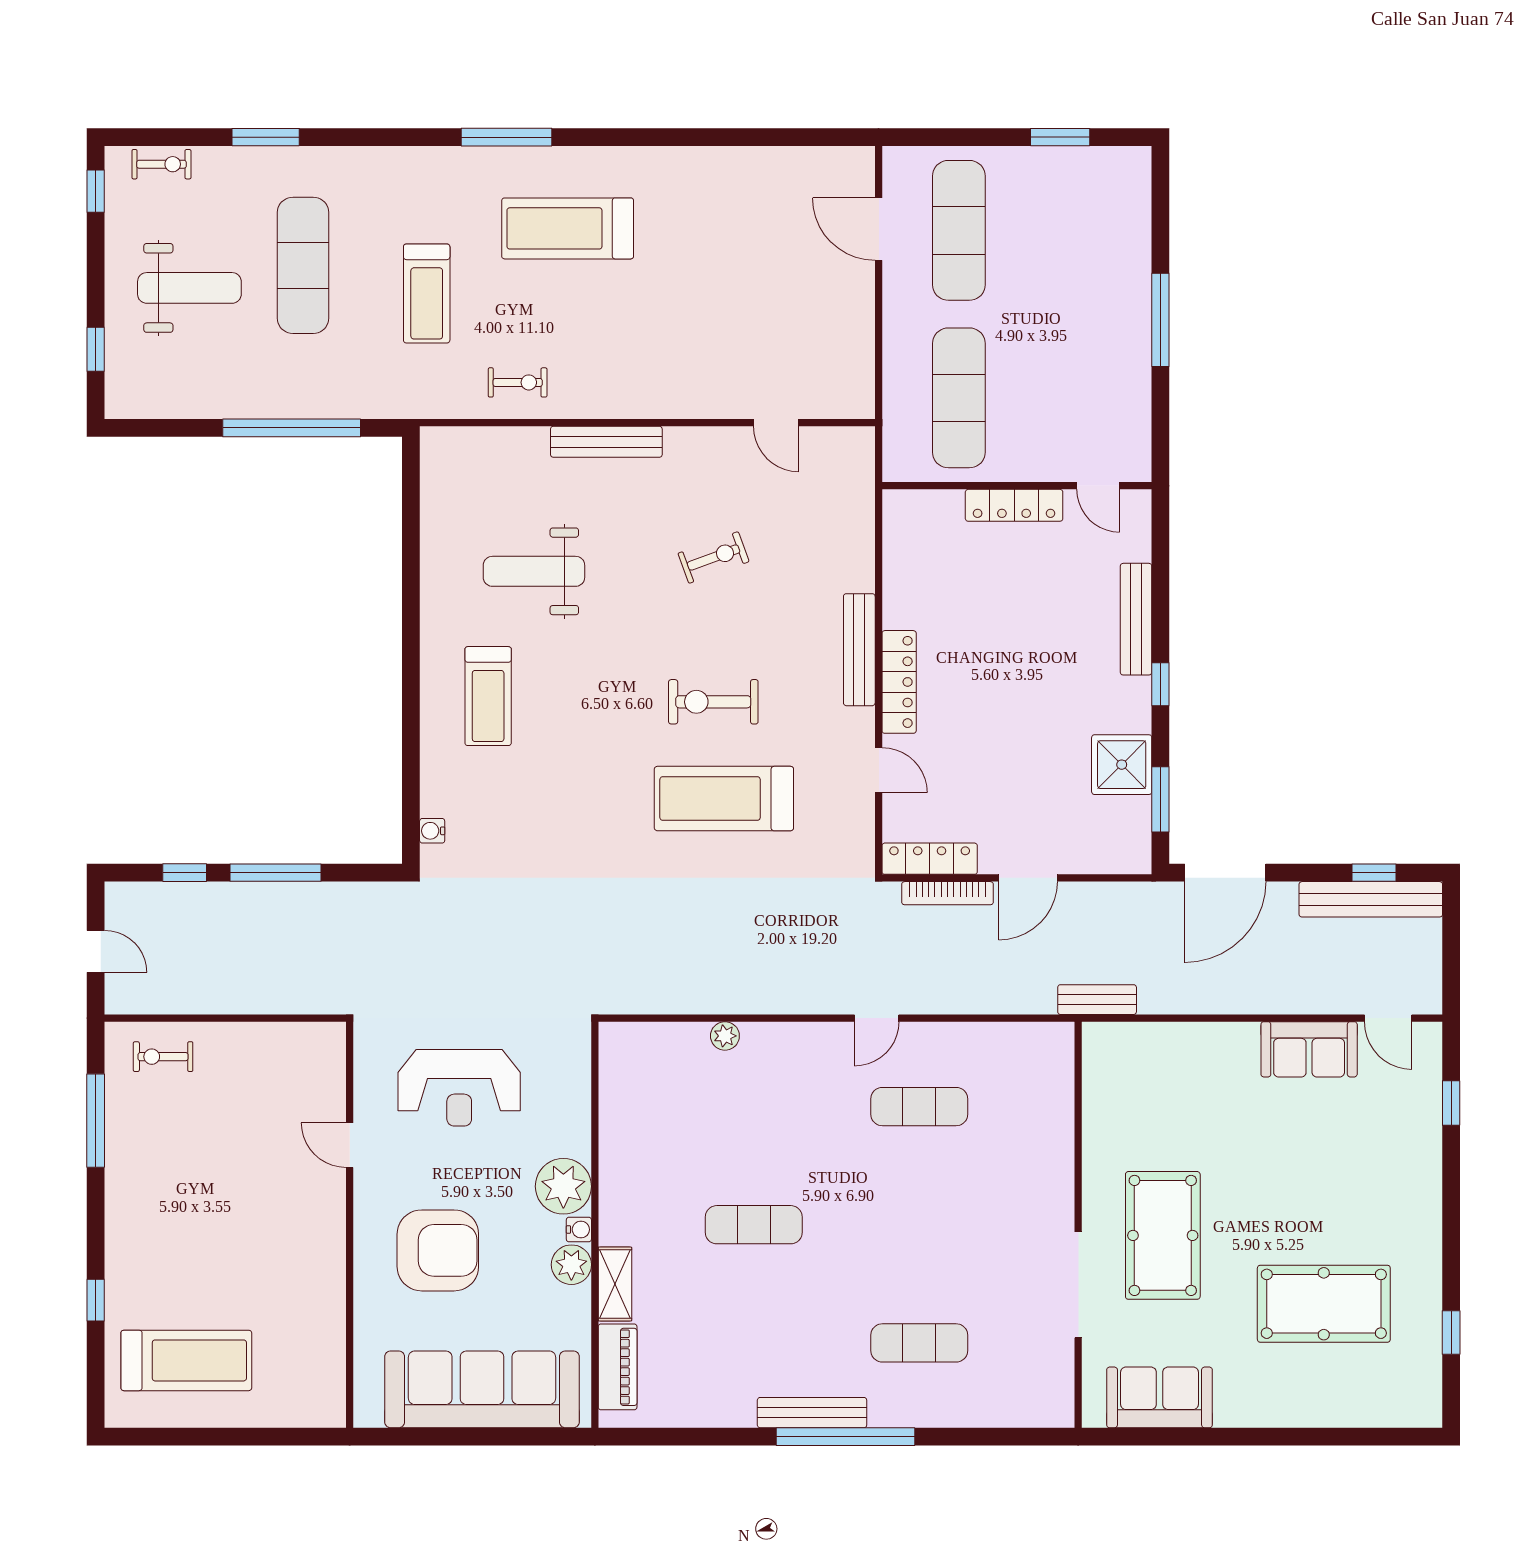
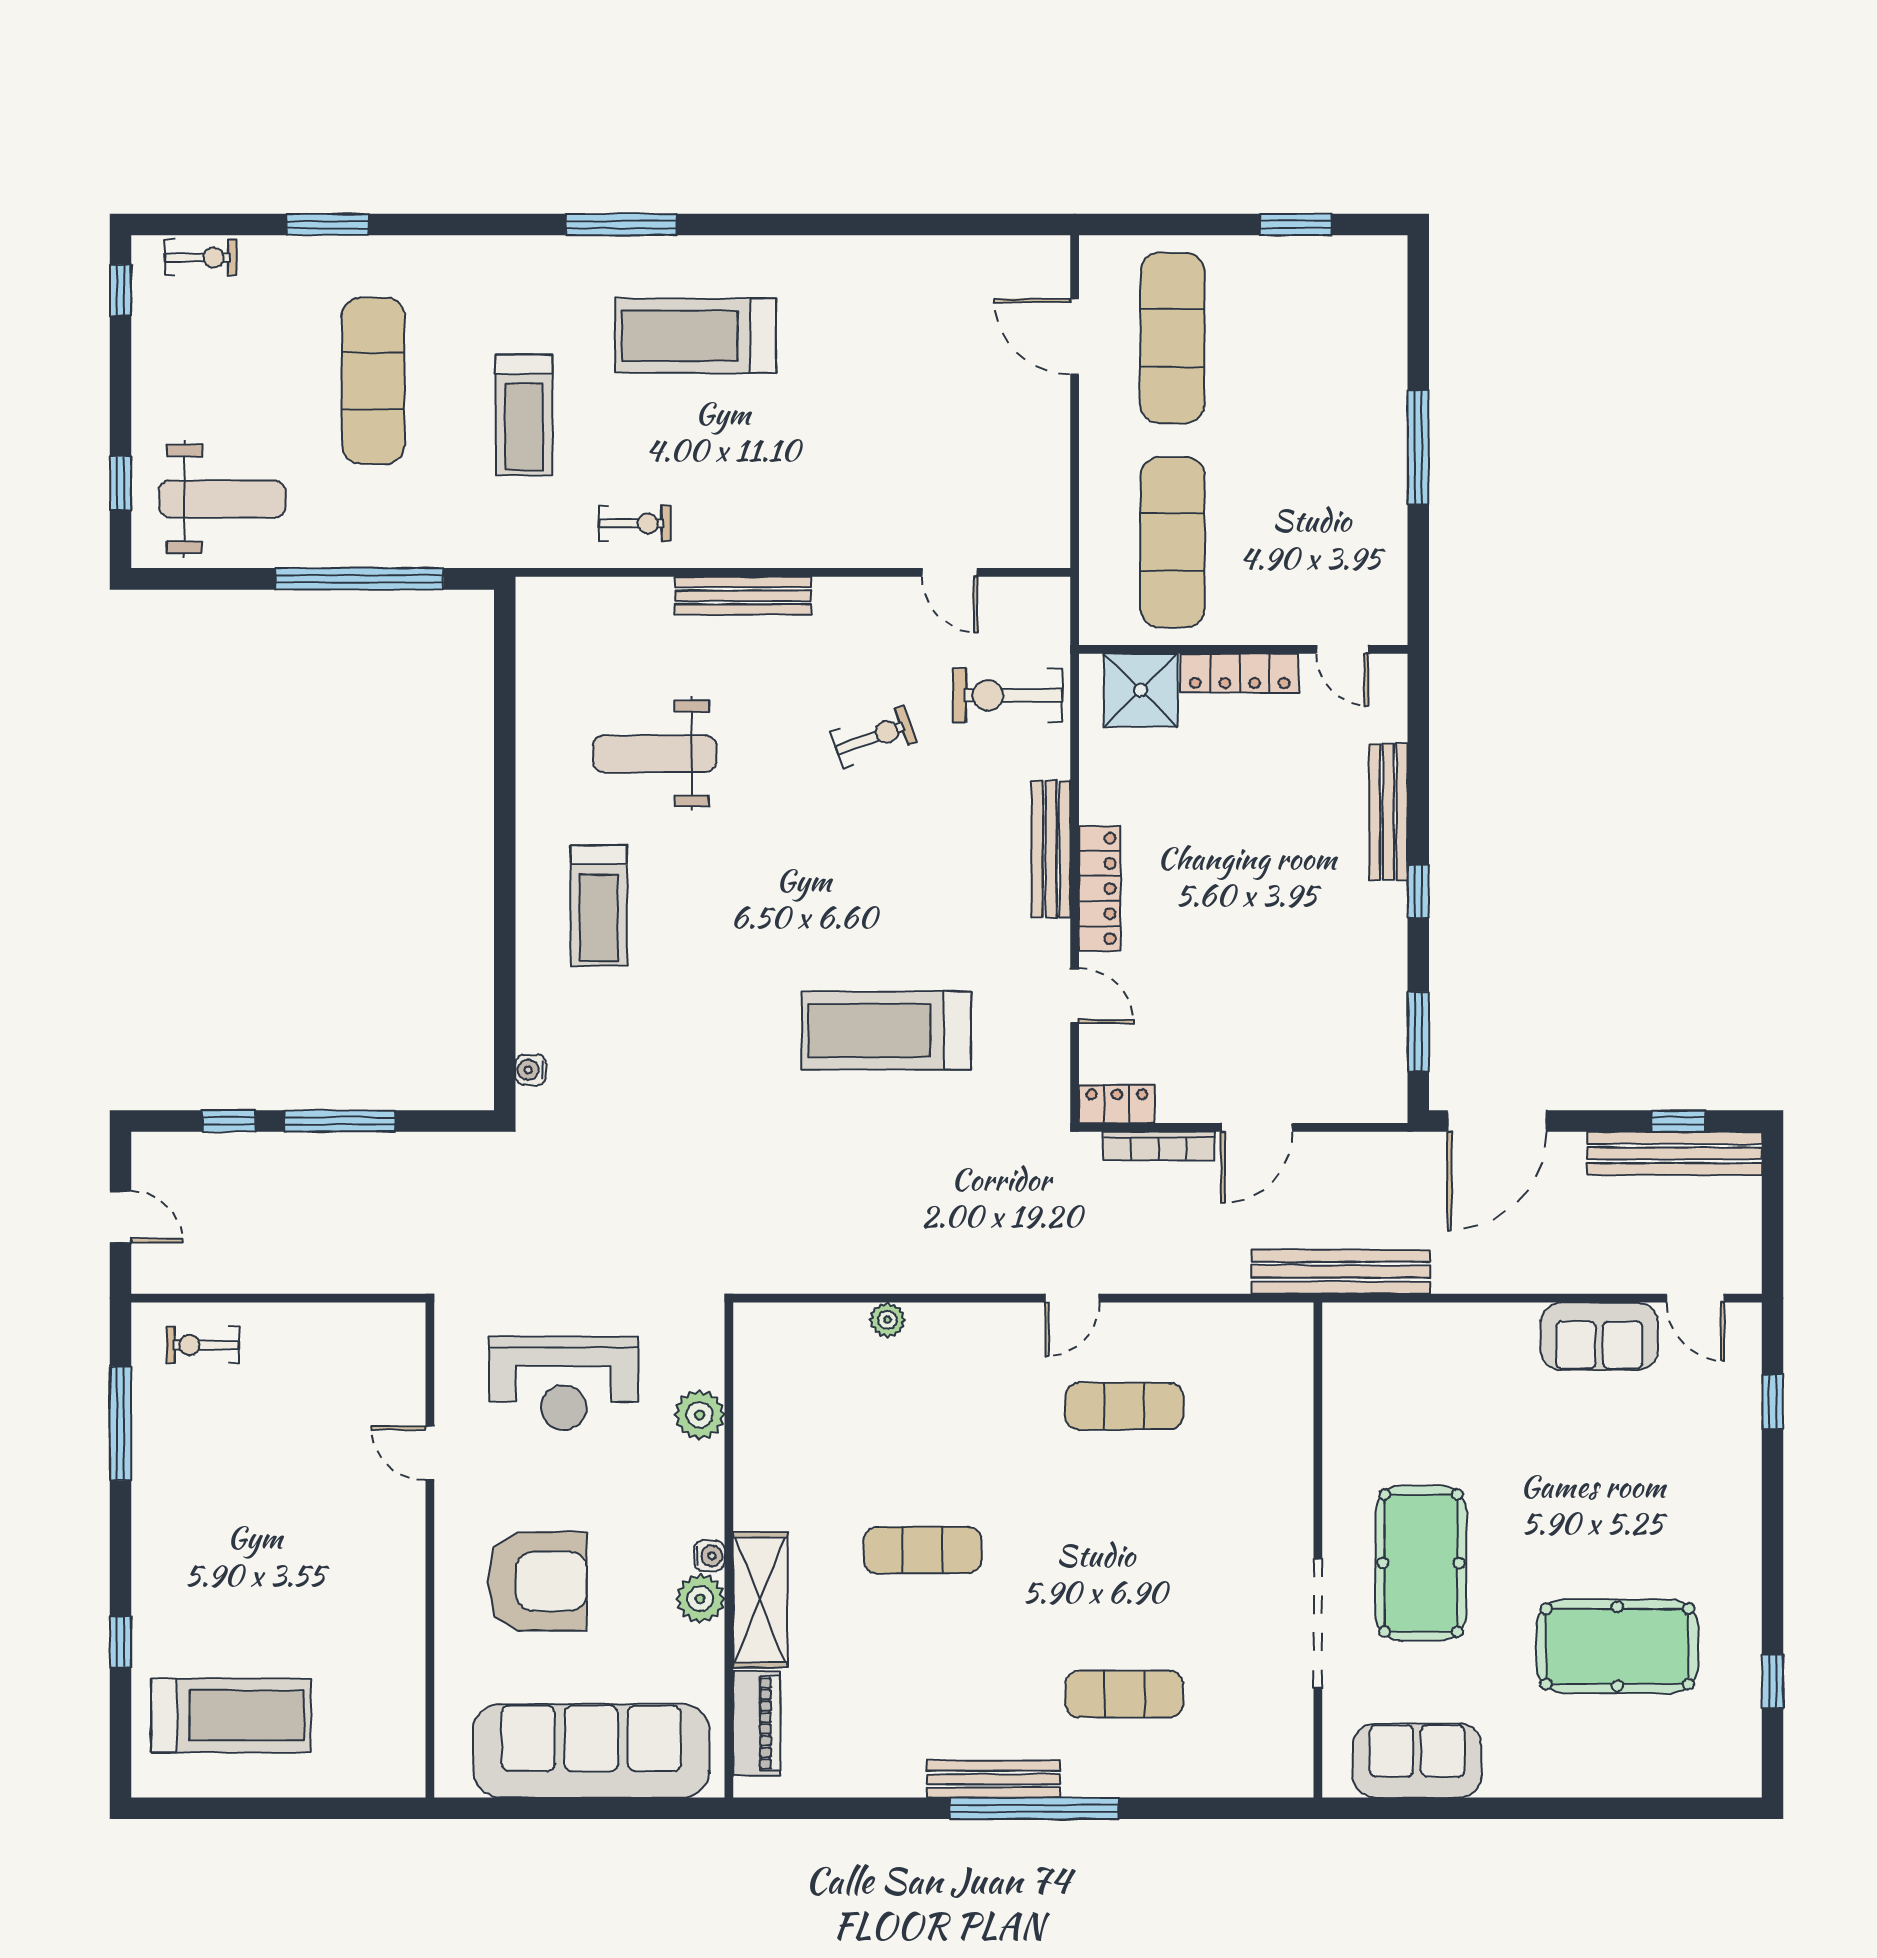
weight bench: (189, 288) -> (222, 499), moved
exercise bike: (713, 702) -> (1008, 695), moved
shower: (1122, 765) -> (1141, 690), moved
locker: (930, 859) -> (1117, 1104), width x0.66
bench: (1097, 1000) -> (1341, 1272), width x1.86, depth x1.21
plant: (563, 1186) -> (700, 1415), moved, width x0.73, depth x0.73
shelving: (615, 1284) -> (760, 1600), width x1.50, depth x1.33

